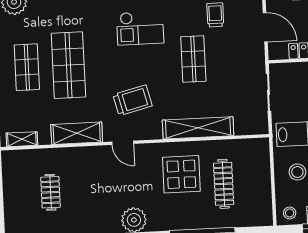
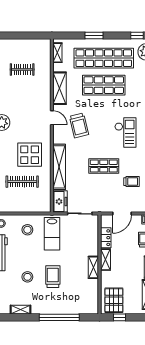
checkout: (140, 28) -> (125, 133), turned 180
shop shelf: (27, 67) -> (104, 58), width x2.00, depth x1.36
freezer: (251, 124) -> (60, 201), added
door: (123, 143) -> (52, 118), swing flipped

